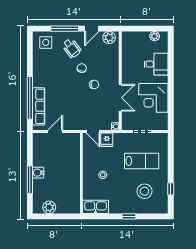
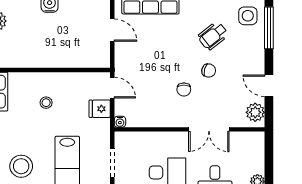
window: (65, 29) -> (269, 28), moved
wheelchair: (72, 48) -> (213, 36), moved
double door: (120, 98) -> (209, 129), moved
door: (93, 131) -> (112, 88), swing flipped

